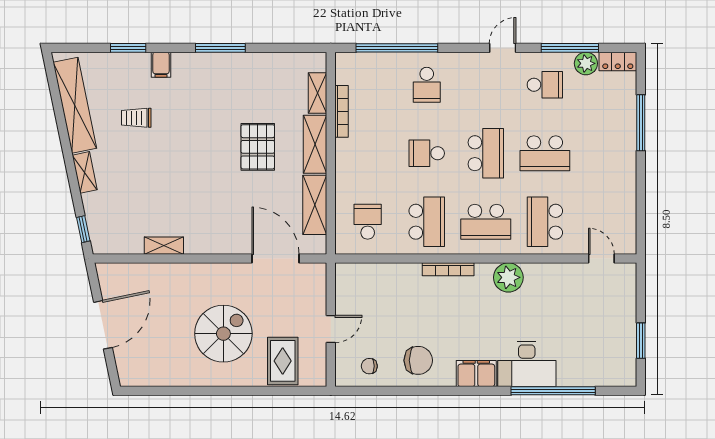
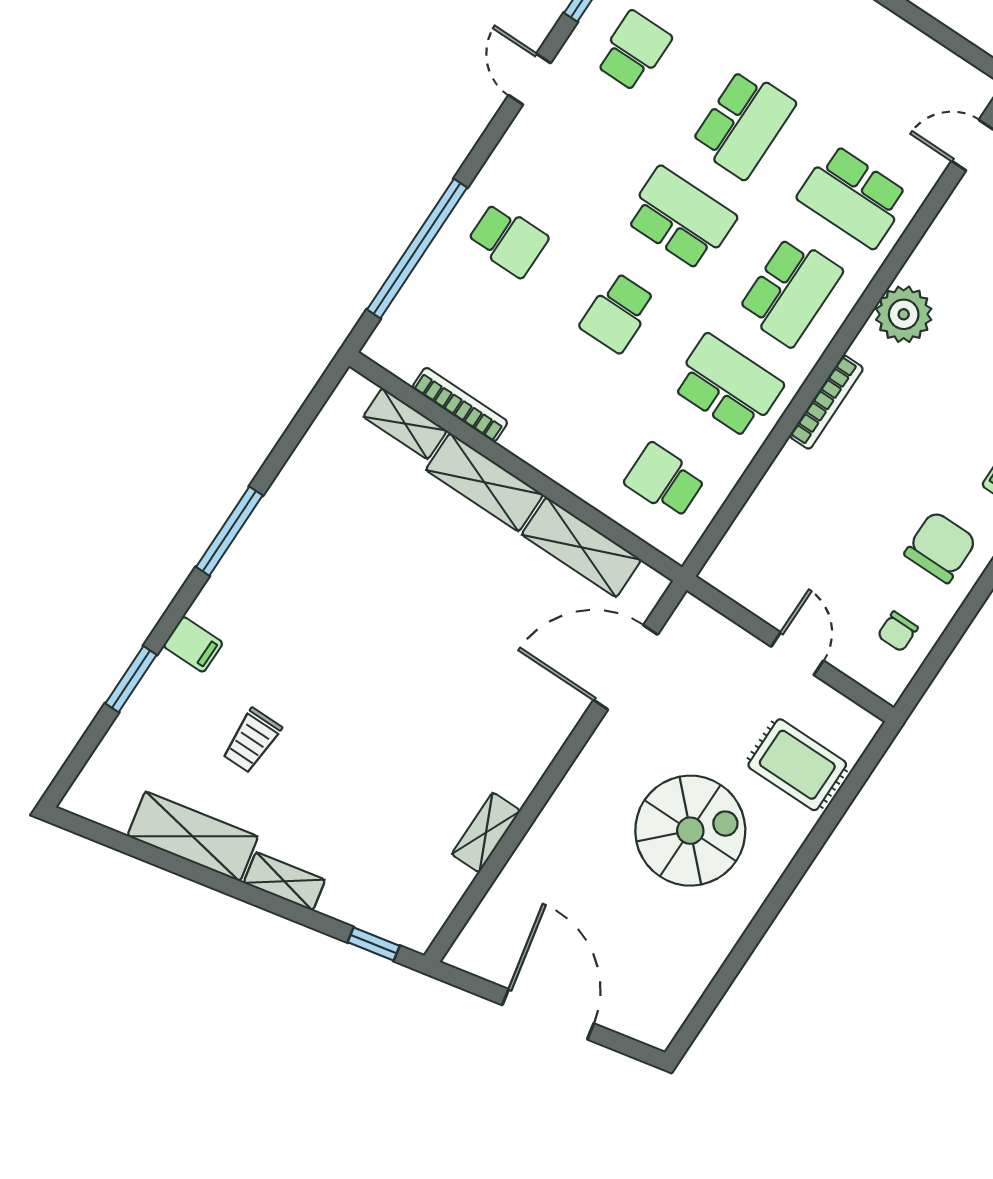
shelving: (75, 105) -> (193, 836), width x0.68
pallet: (258, 147) -> (428, 577), removed
spiral stairs: (223, 334) -> (690, 831), turned 90

